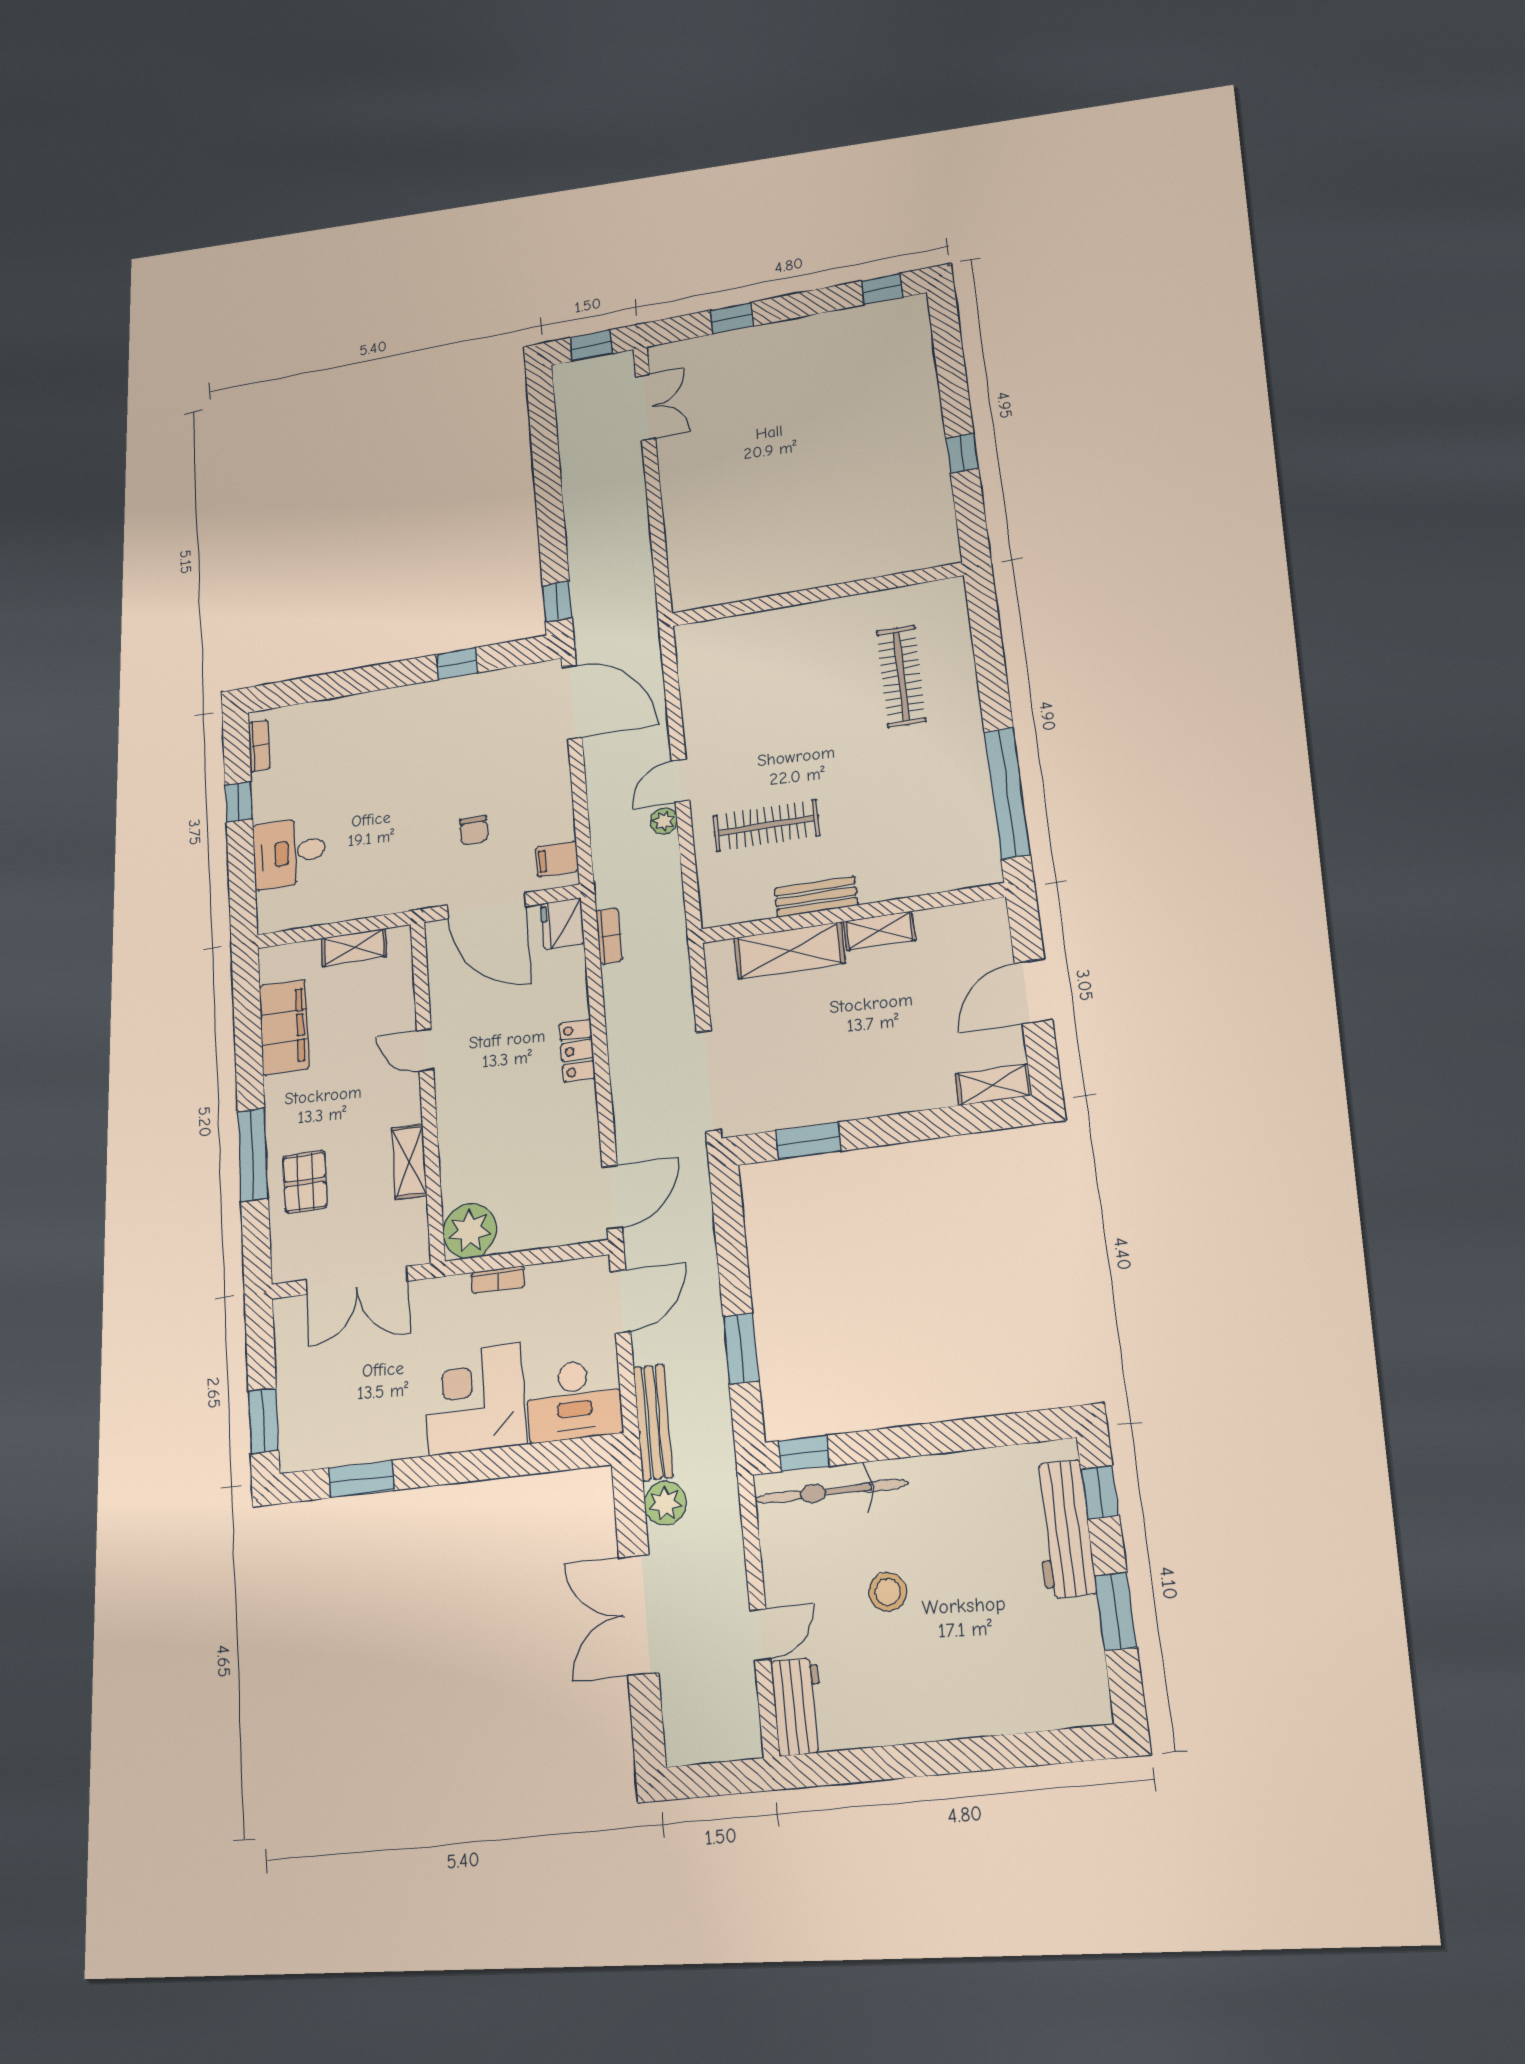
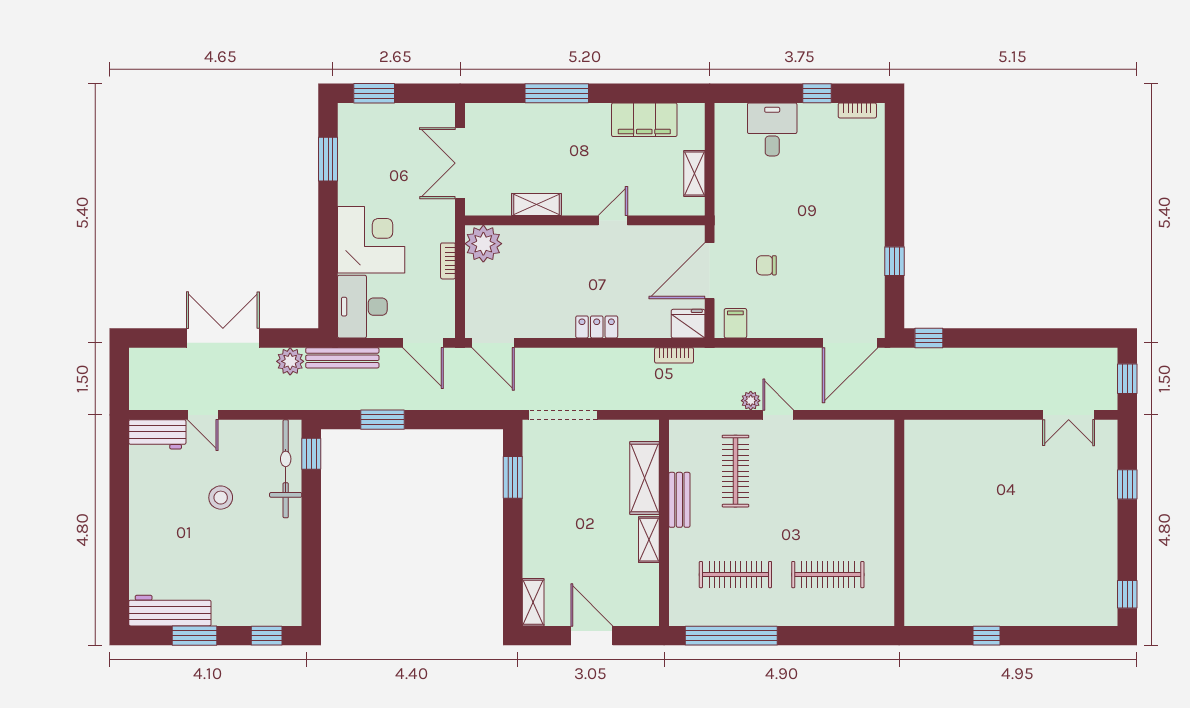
clothes rail: (916, 802) -> (735, 575), added
pallet: (305, 1182) -> (533, 130), removed
workbench: (1064, 1529) -> (170, 611), moved

